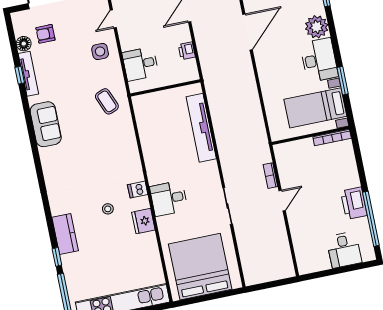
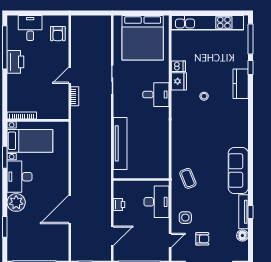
armchair: (45, 34) -> (202, 239), moved
desk: (140, 64) -> (156, 202), width x1.37
sofa: (46, 124) -> (238, 171), width x1.36
dishwasher: (138, 190) -> (178, 66), moved
armchair: (308, 250) -> (58, 34), added

